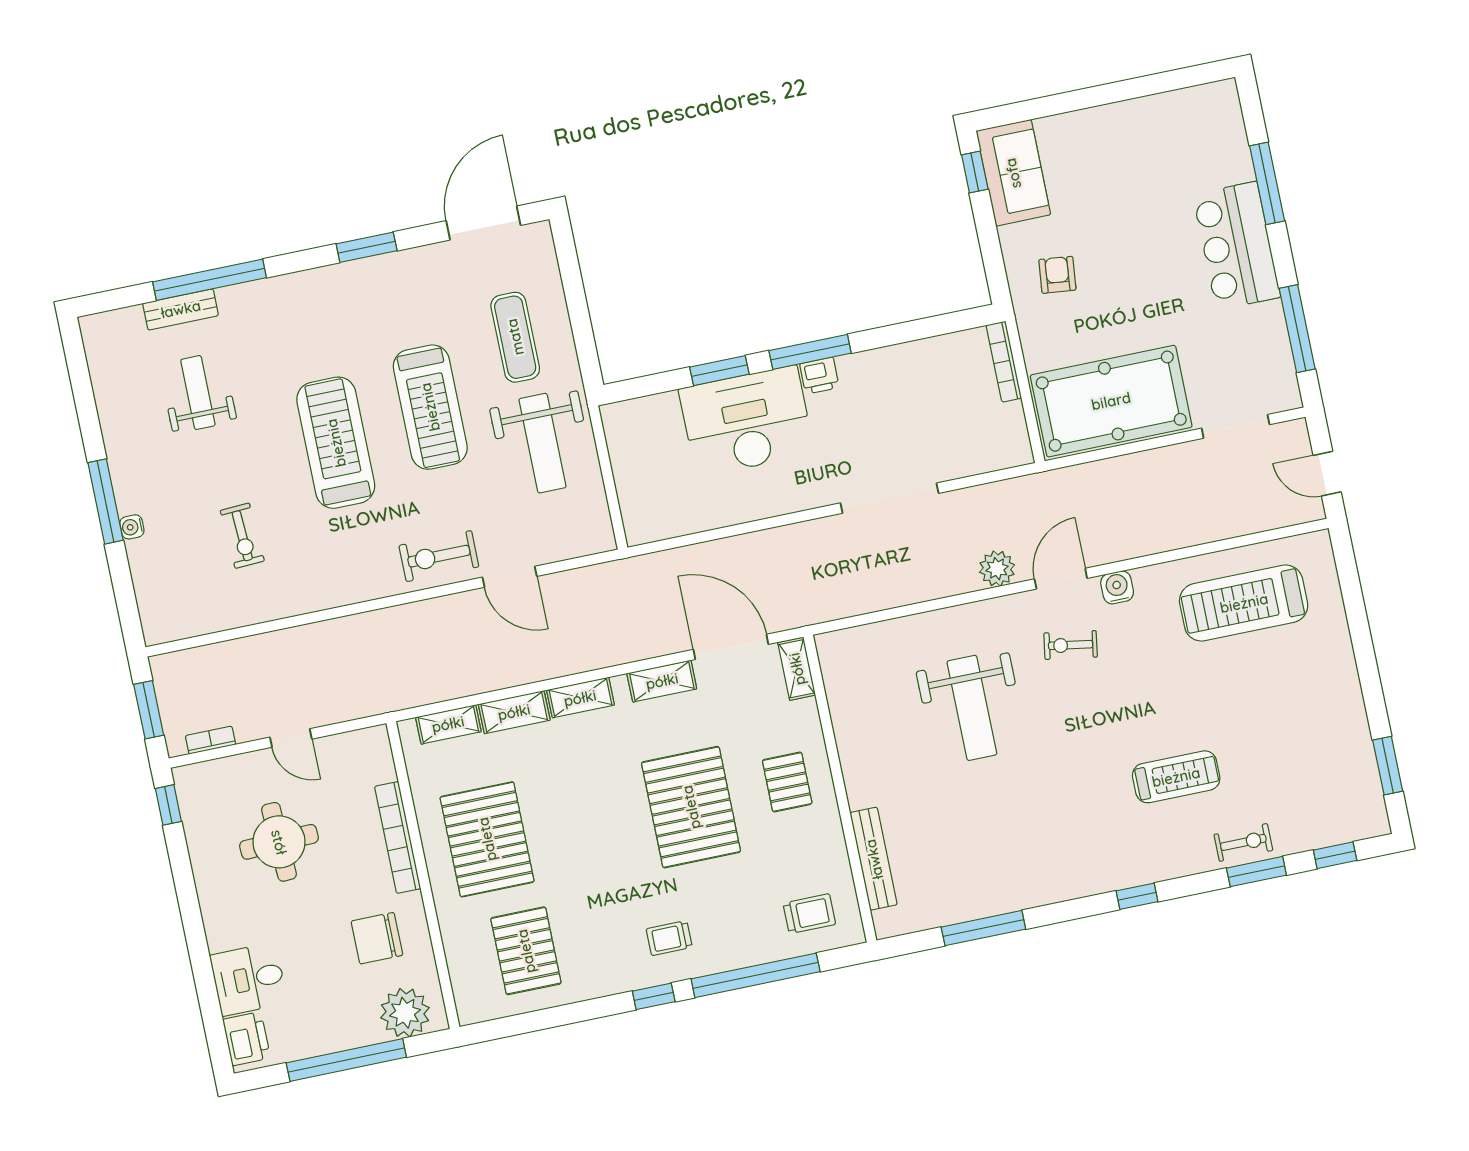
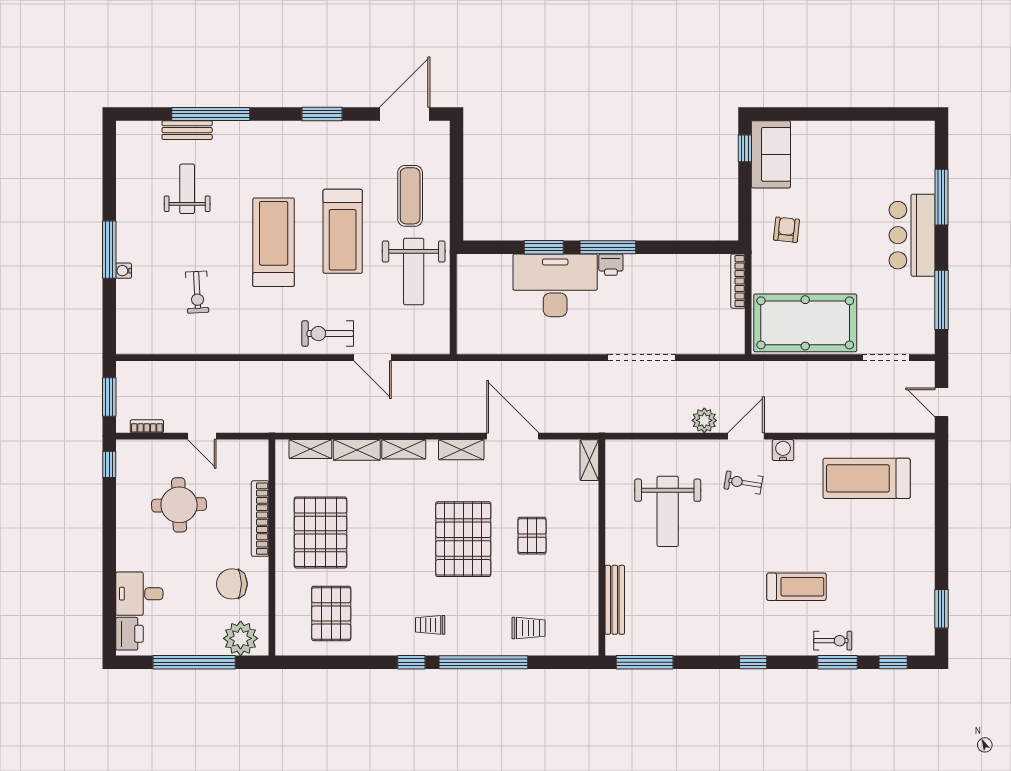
shelving: (797, 669) -> (589, 460), moved
wall: (840, 789) -> (602, 548), moved
bench: (874, 859) -> (615, 600), moved

